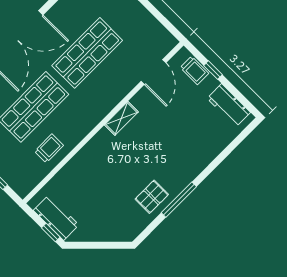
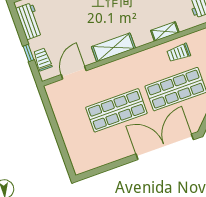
shelving: (121, 118) -> (113, 47), width x1.50, depth x1.33
shelving: (75, 164) -> (165, 31), added

